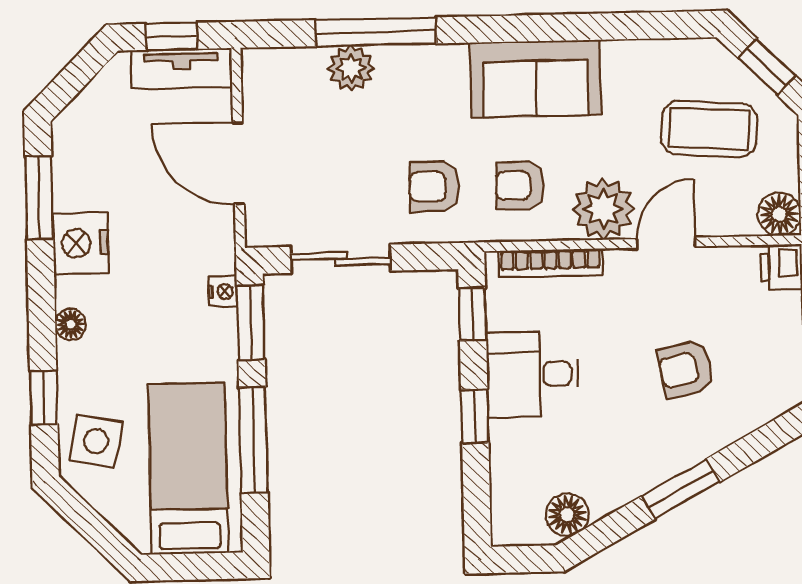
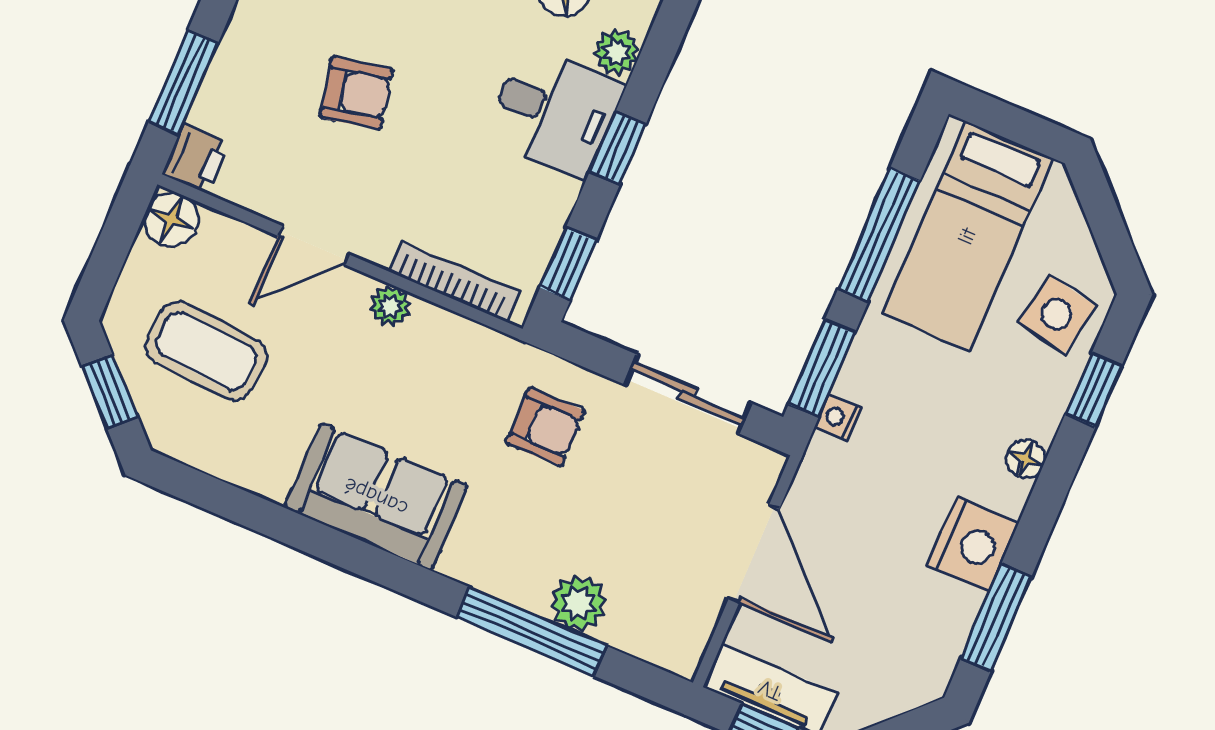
armchair: (520, 185) -> (449, 385), removed
plant: (603, 209) -> (390, 306), width x0.53, depth x0.53
desk: (533, 374) -> (554, 112), moved
plant: (508, 486) -> (617, 52), added

